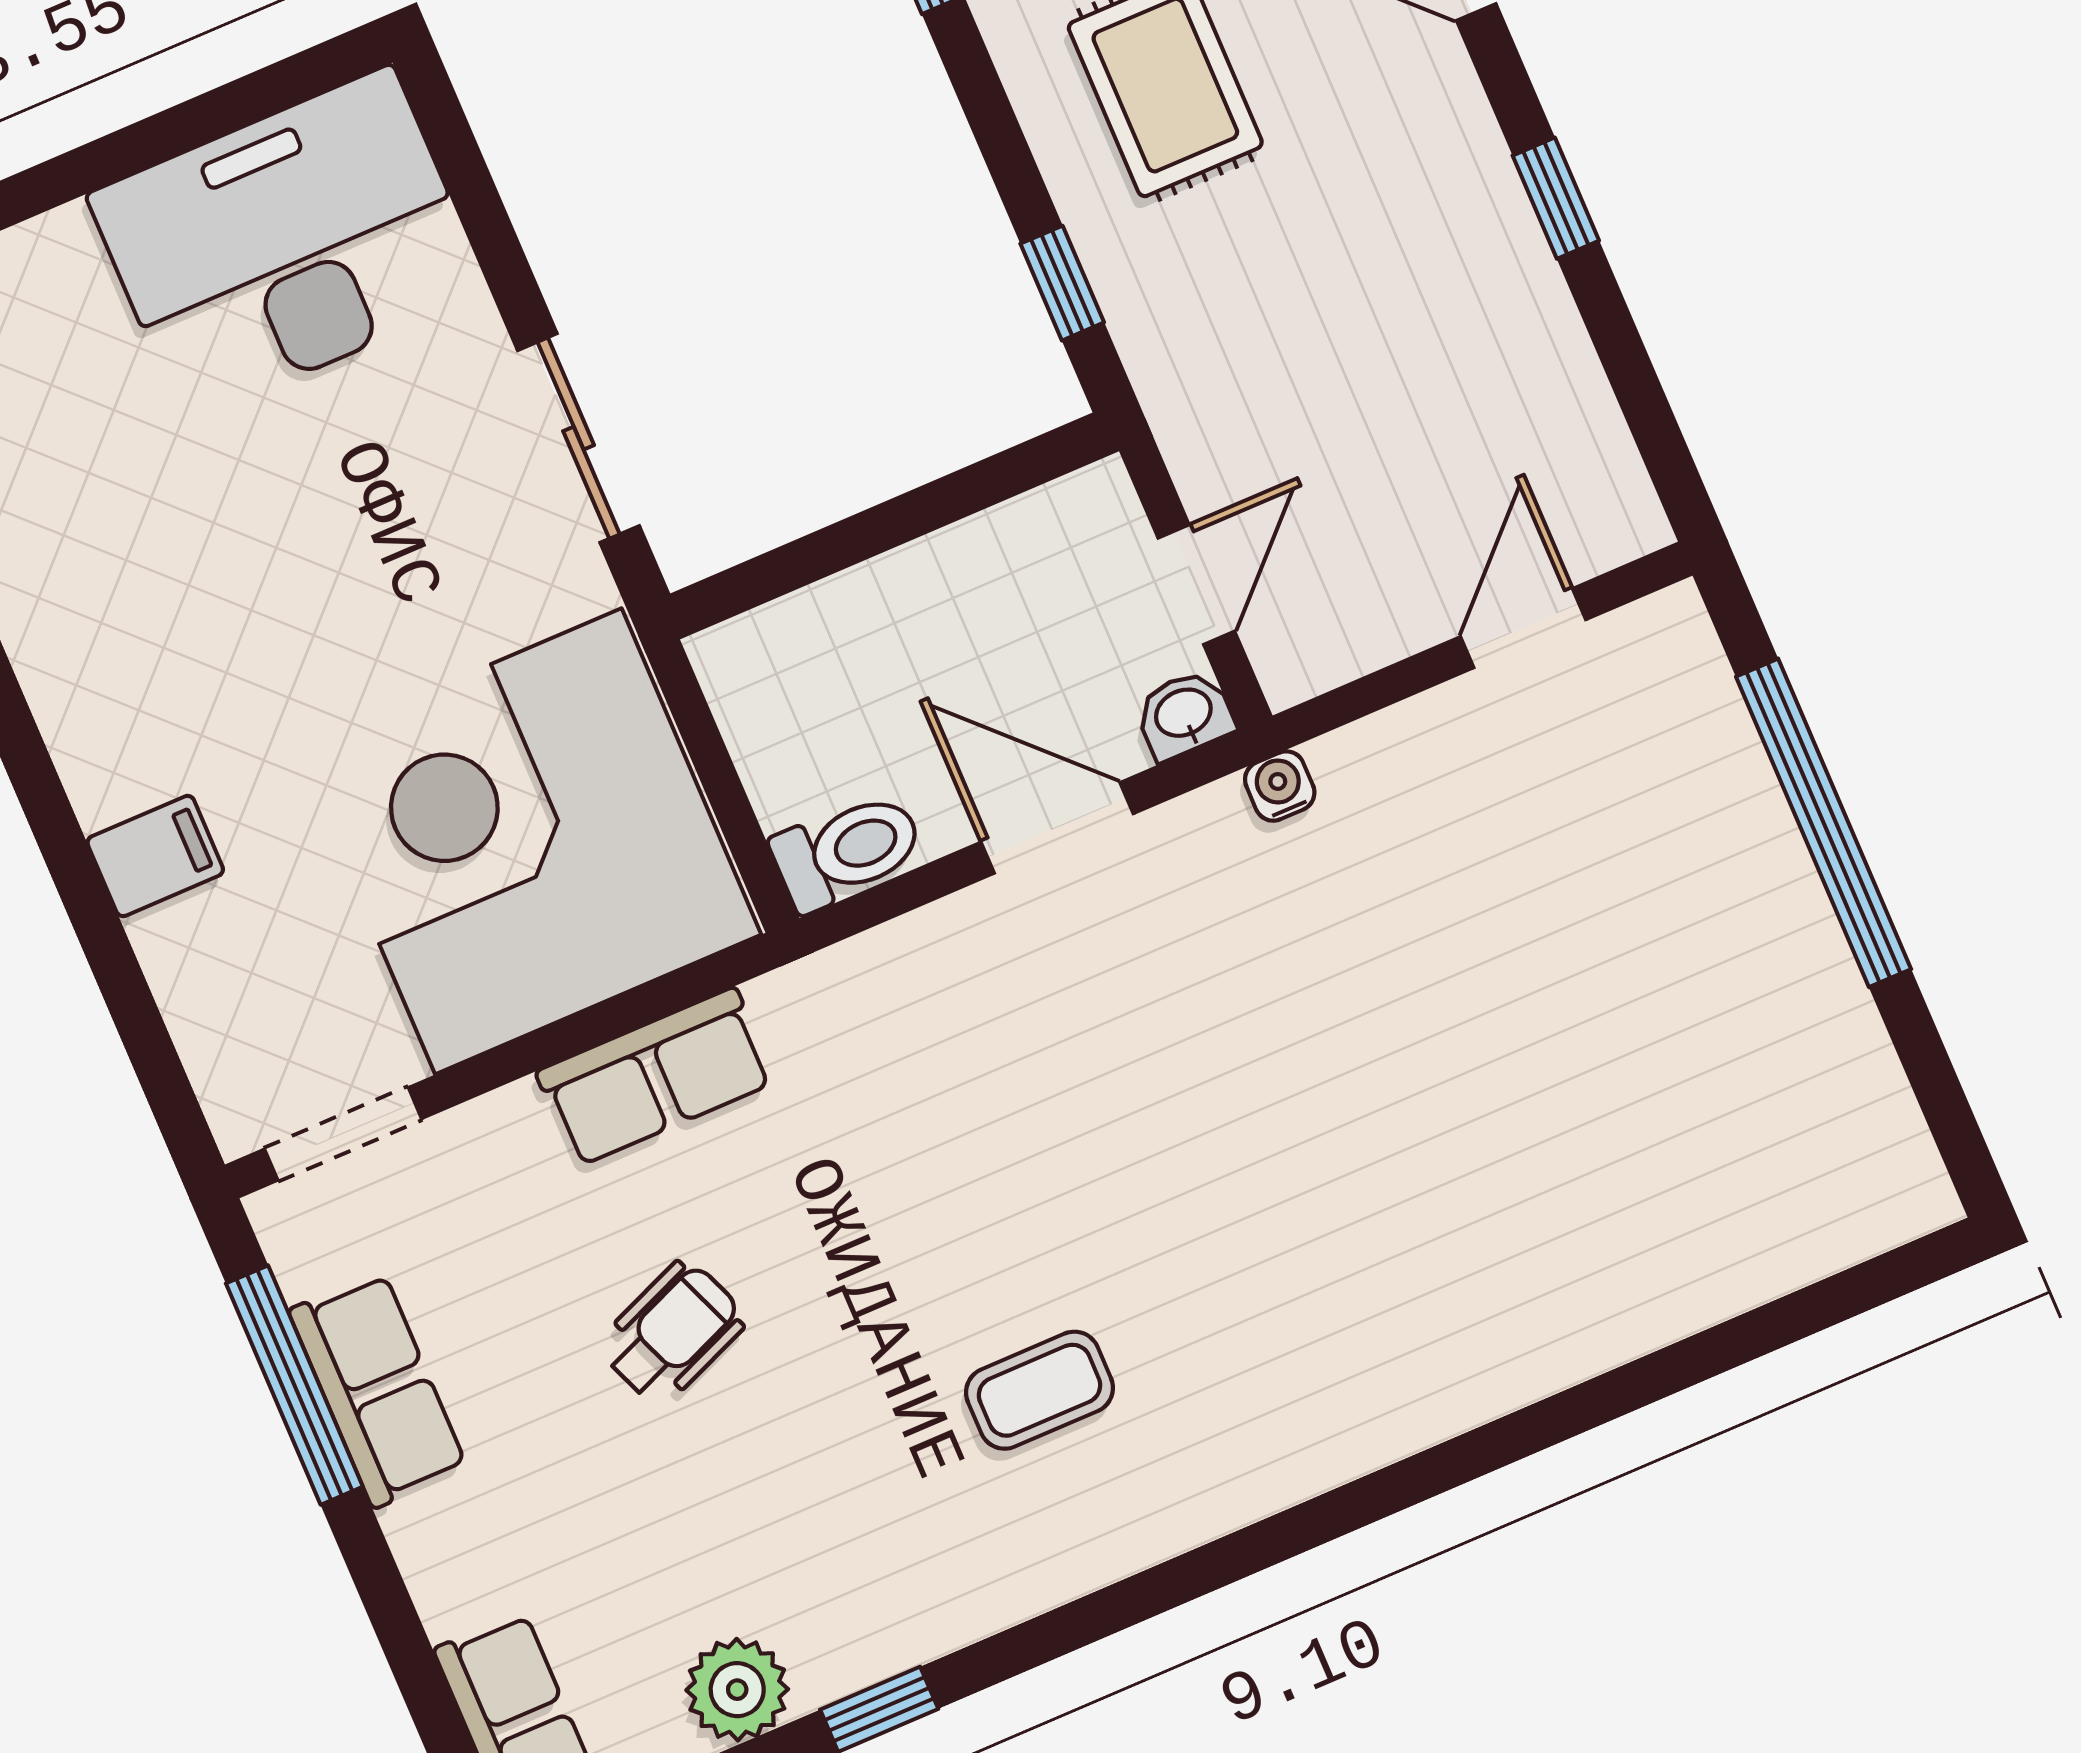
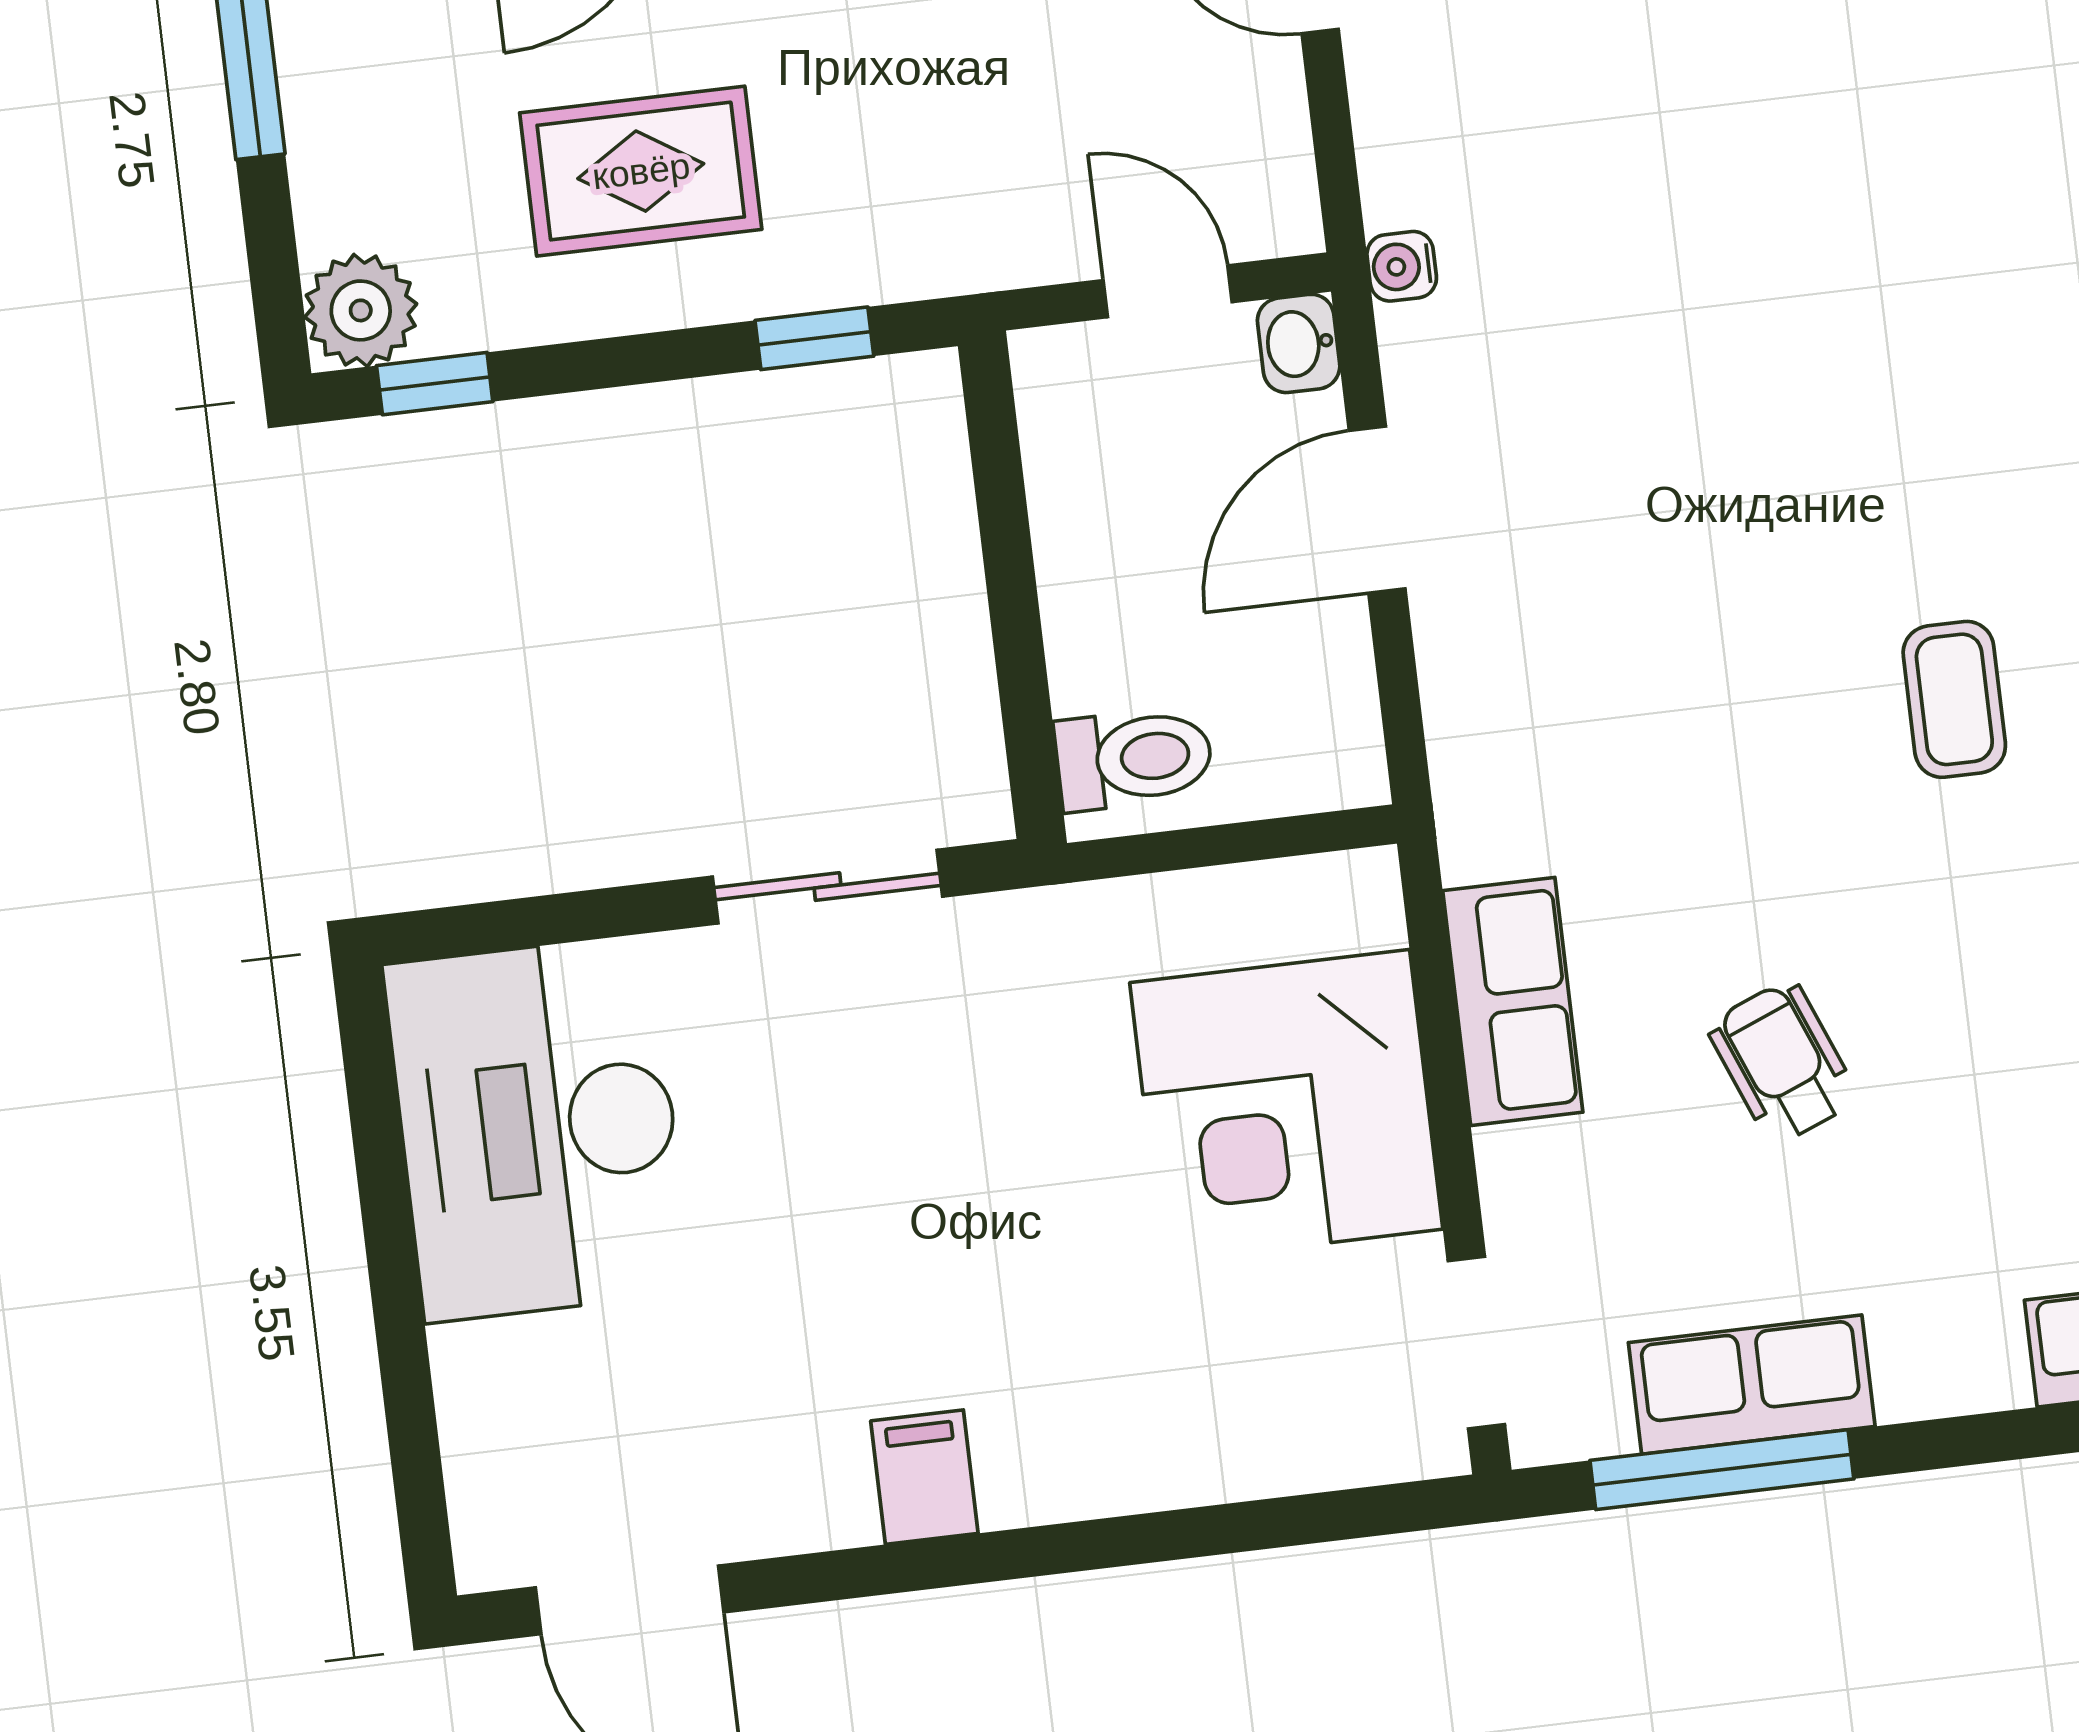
corner desk: (528, 841) -> (1286, 1106), width x0.74, depth x0.74
toilet: (847, 851) -> (1134, 758), moved, turned 90
filing cabinet: (155, 856) -> (924, 1477), moved

